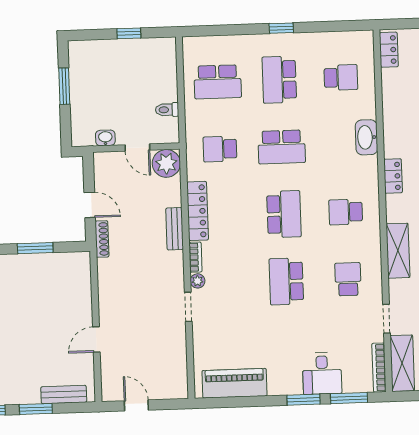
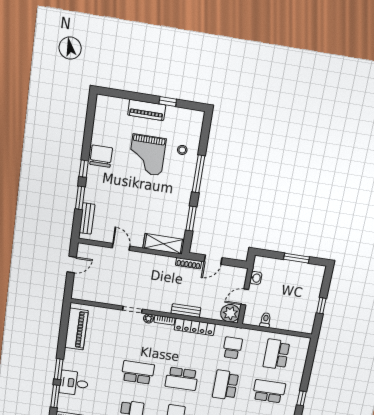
shelving: (80, 280) -> (164, 244), added

